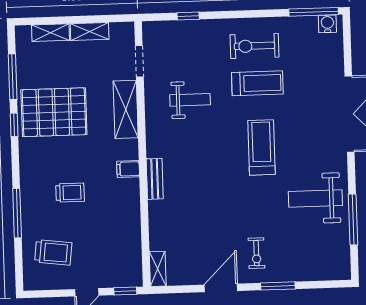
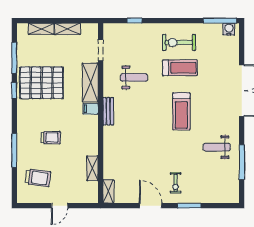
treadmill: (261, 147) -> (181, 111), turned 180
filing cabinet: (128, 169) -> (91, 109), moved
bench: (155, 179) -> (108, 111), moved
weight bench: (315, 198) -> (217, 147), width x0.73, depth x0.75
shelving: (133, 235) -> (92, 168), added
door: (221, 288) -> (151, 206), hinge flipped
window: (125, 291) -> (86, 206), removed

